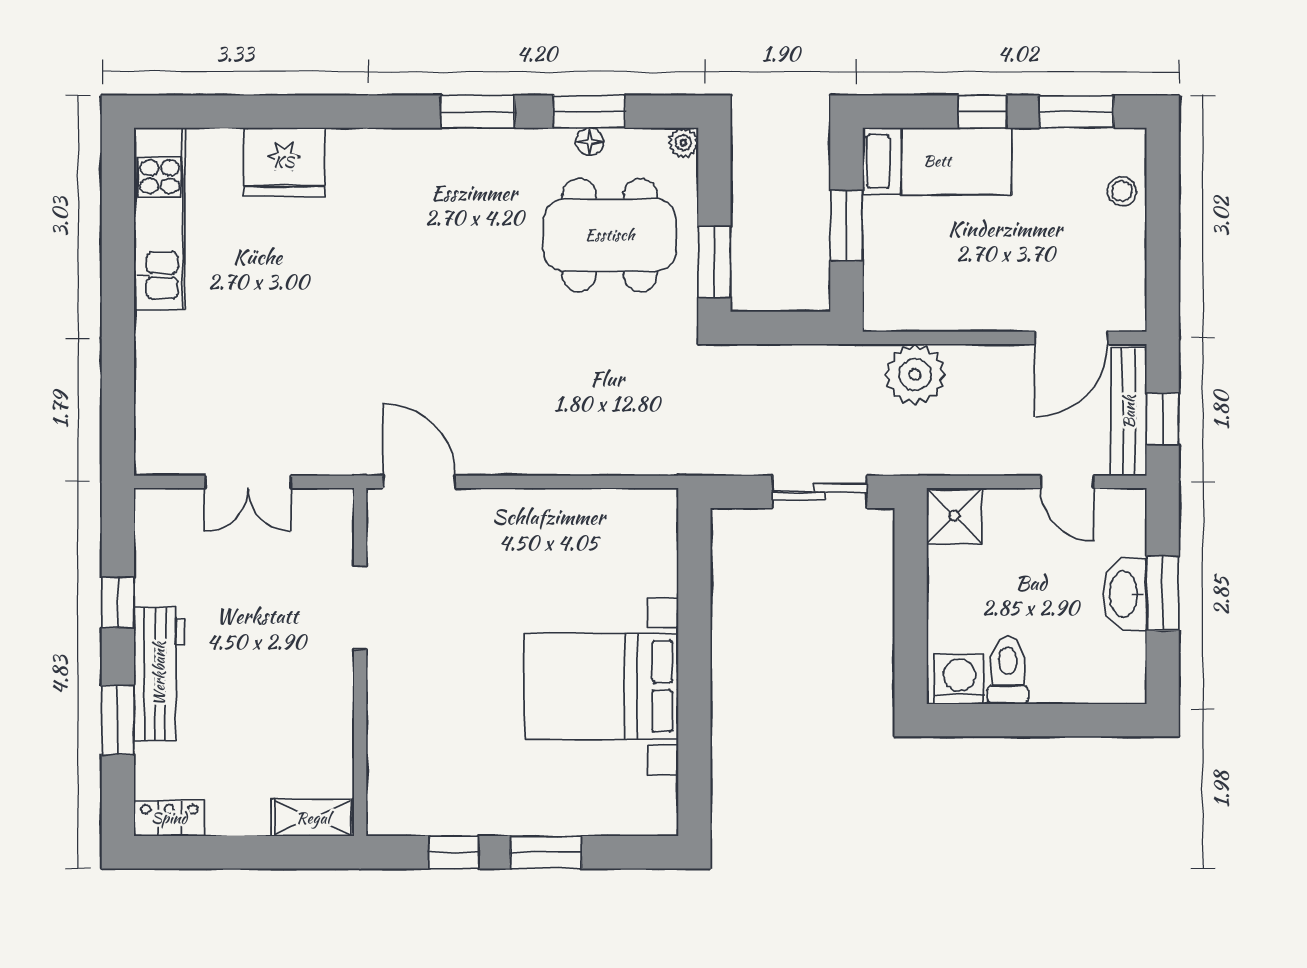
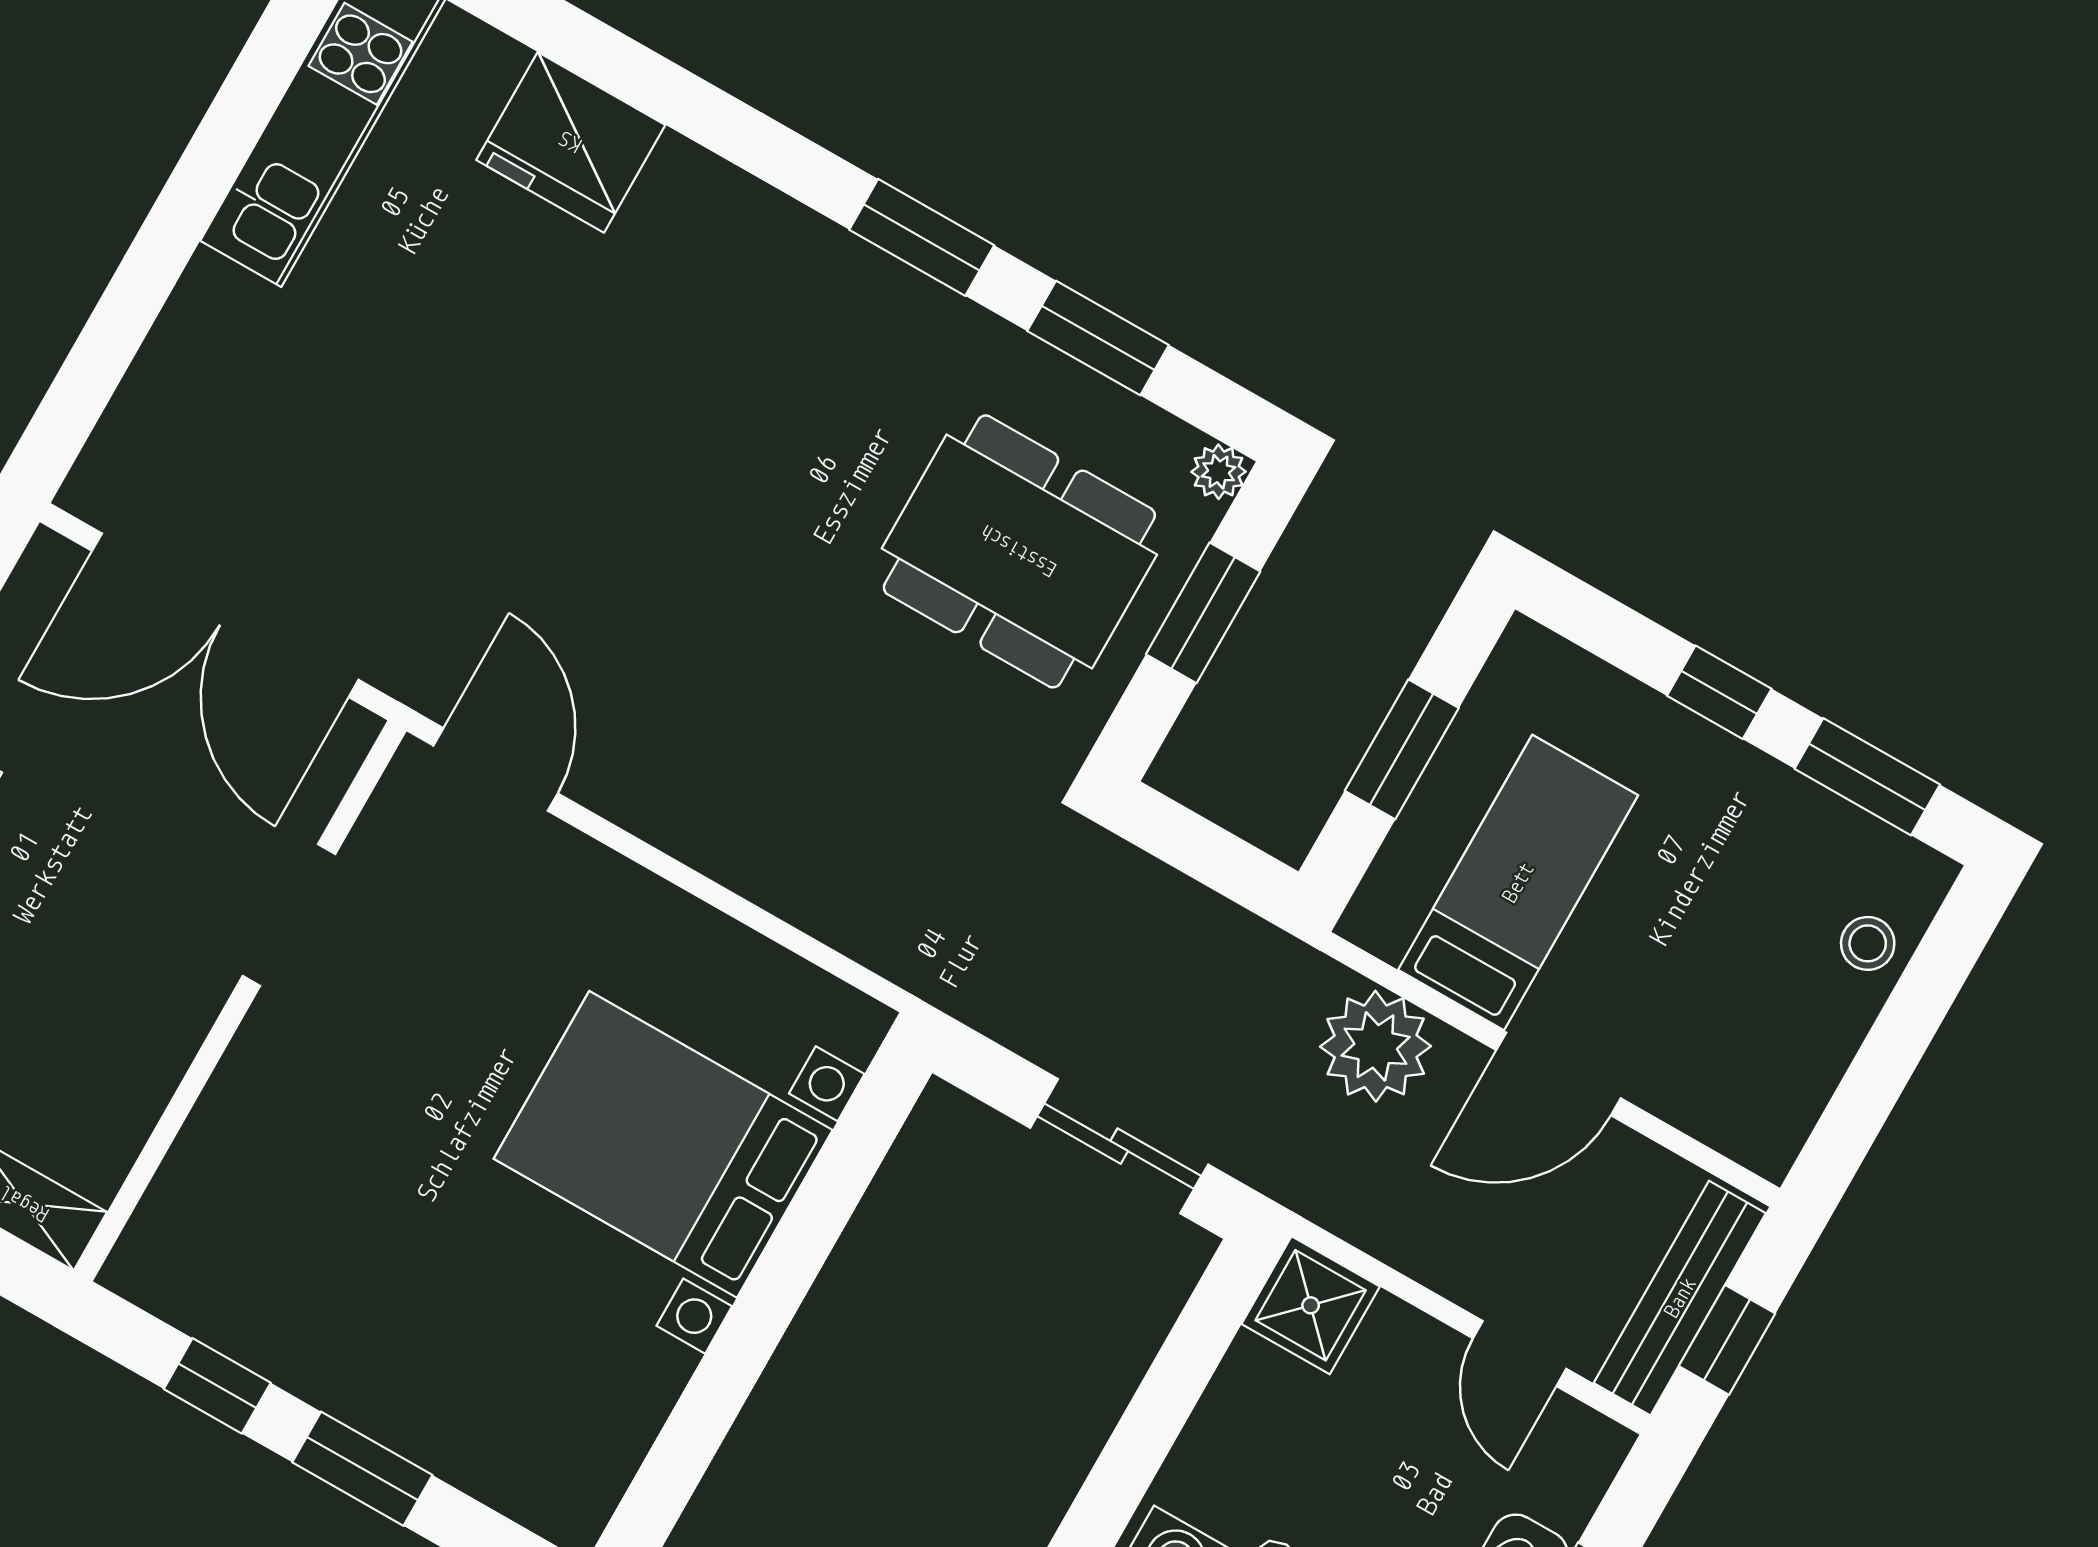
floor lamp: (590, 142) -> (1072, 385), removed
bed: (937, 161) -> (1518, 883), moved, turned -90
window: (714, 262) -> (1203, 613), moved
door: (1072, 338) -> (1558, 1074), moved
double door: (248, 482) -> (225, 615), width x1.87
bed with nightstands: (601, 686) -> (663, 1144), moved

